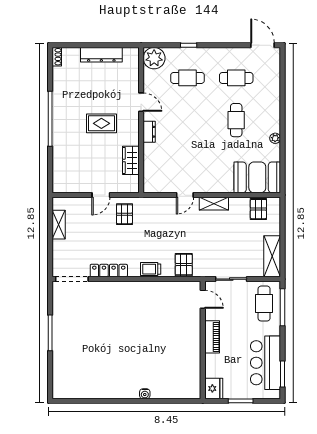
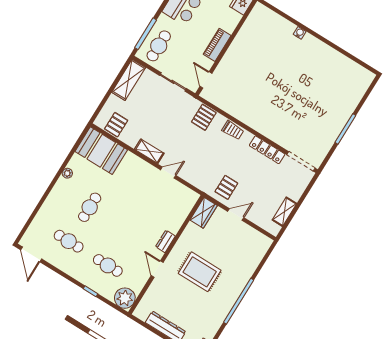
rug: (101, 123) -> (200, 272), width x1.36, depth x1.43
wardrobe: (131, 160) -> (204, 213), moved

